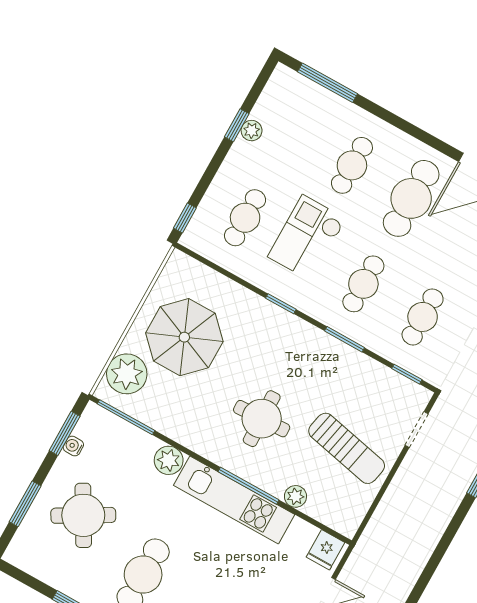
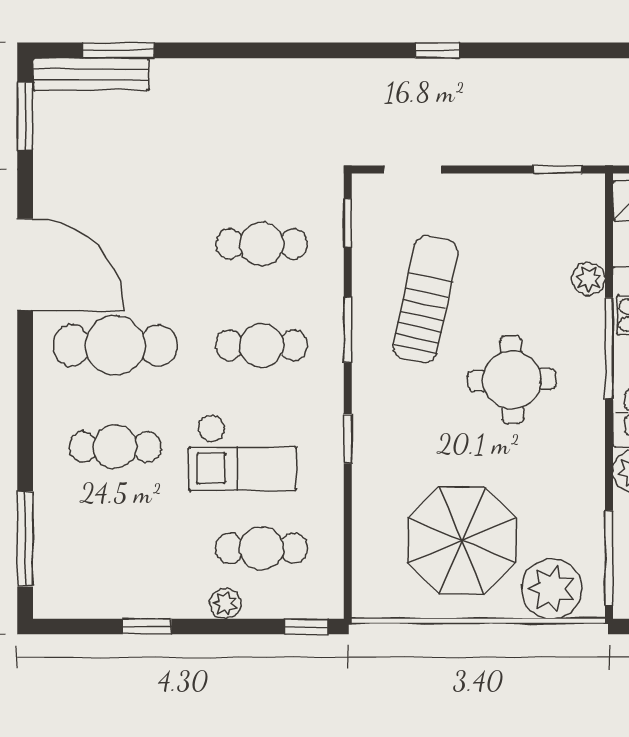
plant: (252, 131) -> (225, 603), moved
sun lounger: (347, 448) -> (425, 299), moved
window: (369, 514) -> (558, 169), added

